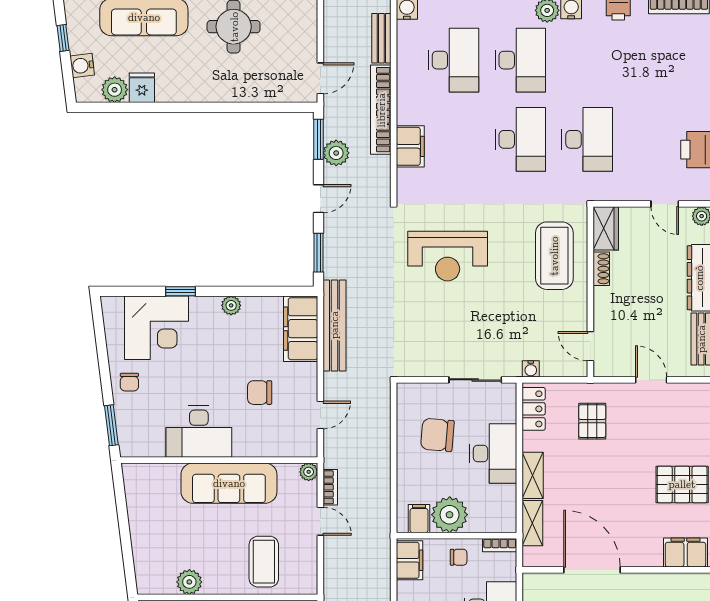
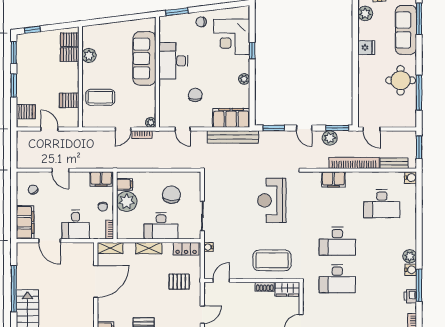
desk: (520, 60) -> (382, 241), removed
fridge: (142, 88) -> (366, 48), moved
sofa: (229, 483) -> (144, 58), moved
shelving: (532, 523) -> (110, 248), moved

